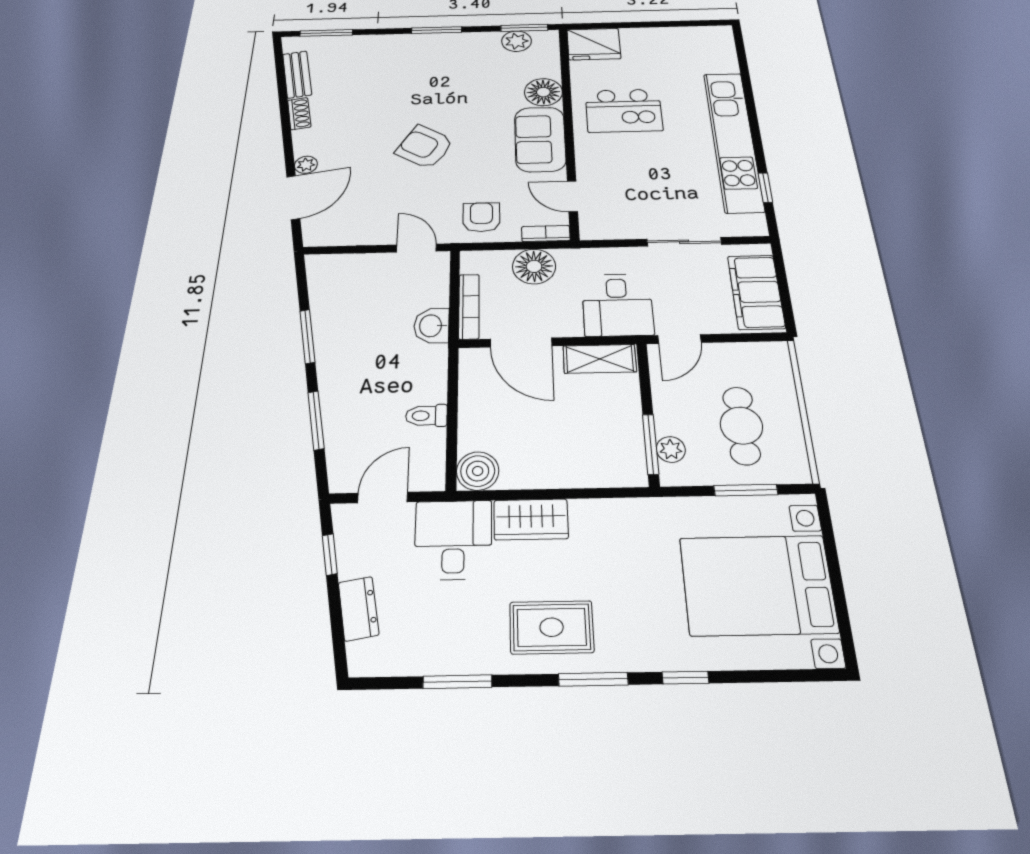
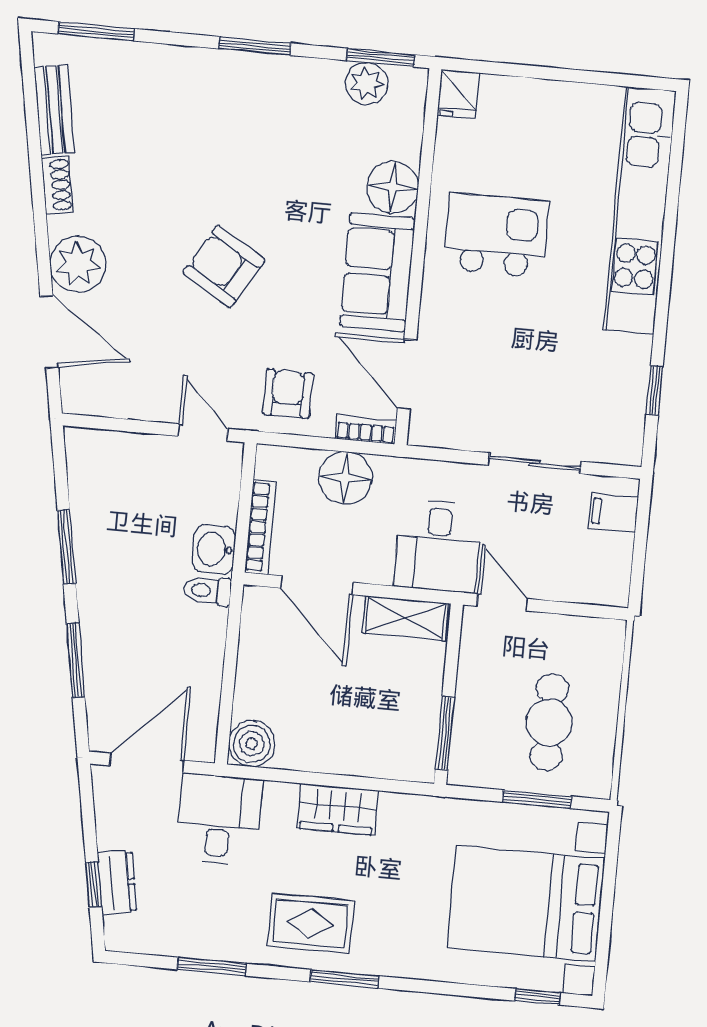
fridge: (594, 44) -> (458, 94), width x0.53, depth x0.75
kitchen island: (624, 111) -> (496, 235), turned 180
kitchen unit: (733, 140) -> (640, 210), moved
plant: (306, 165) -> (78, 264), width x1.88, depth x1.88
door: (572, 196) -> (407, 374), width x1.38
door: (293, 197) -> (49, 332), hinge flipped
filing cabinet: (756, 292) -> (613, 512), width x0.33, depth x0.86
door: (679, 339) -> (502, 602), swing flipped
toilet: (426, 416) -> (207, 591), moved
plant: (671, 449) -> (466, 742), removed
door: (383, 498) -> (147, 763), width x1.38
wardrobe: (531, 519) -> (337, 809), moved
window: (330, 555) -> (94, 885), moved
window: (685, 678) -> (537, 997), moved

